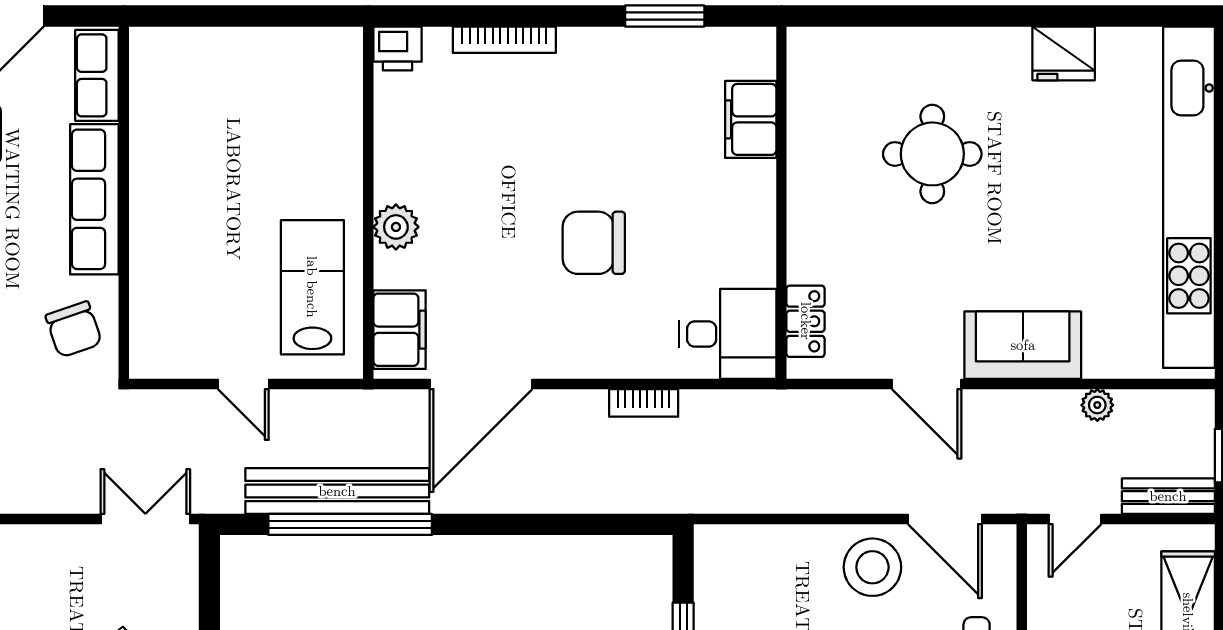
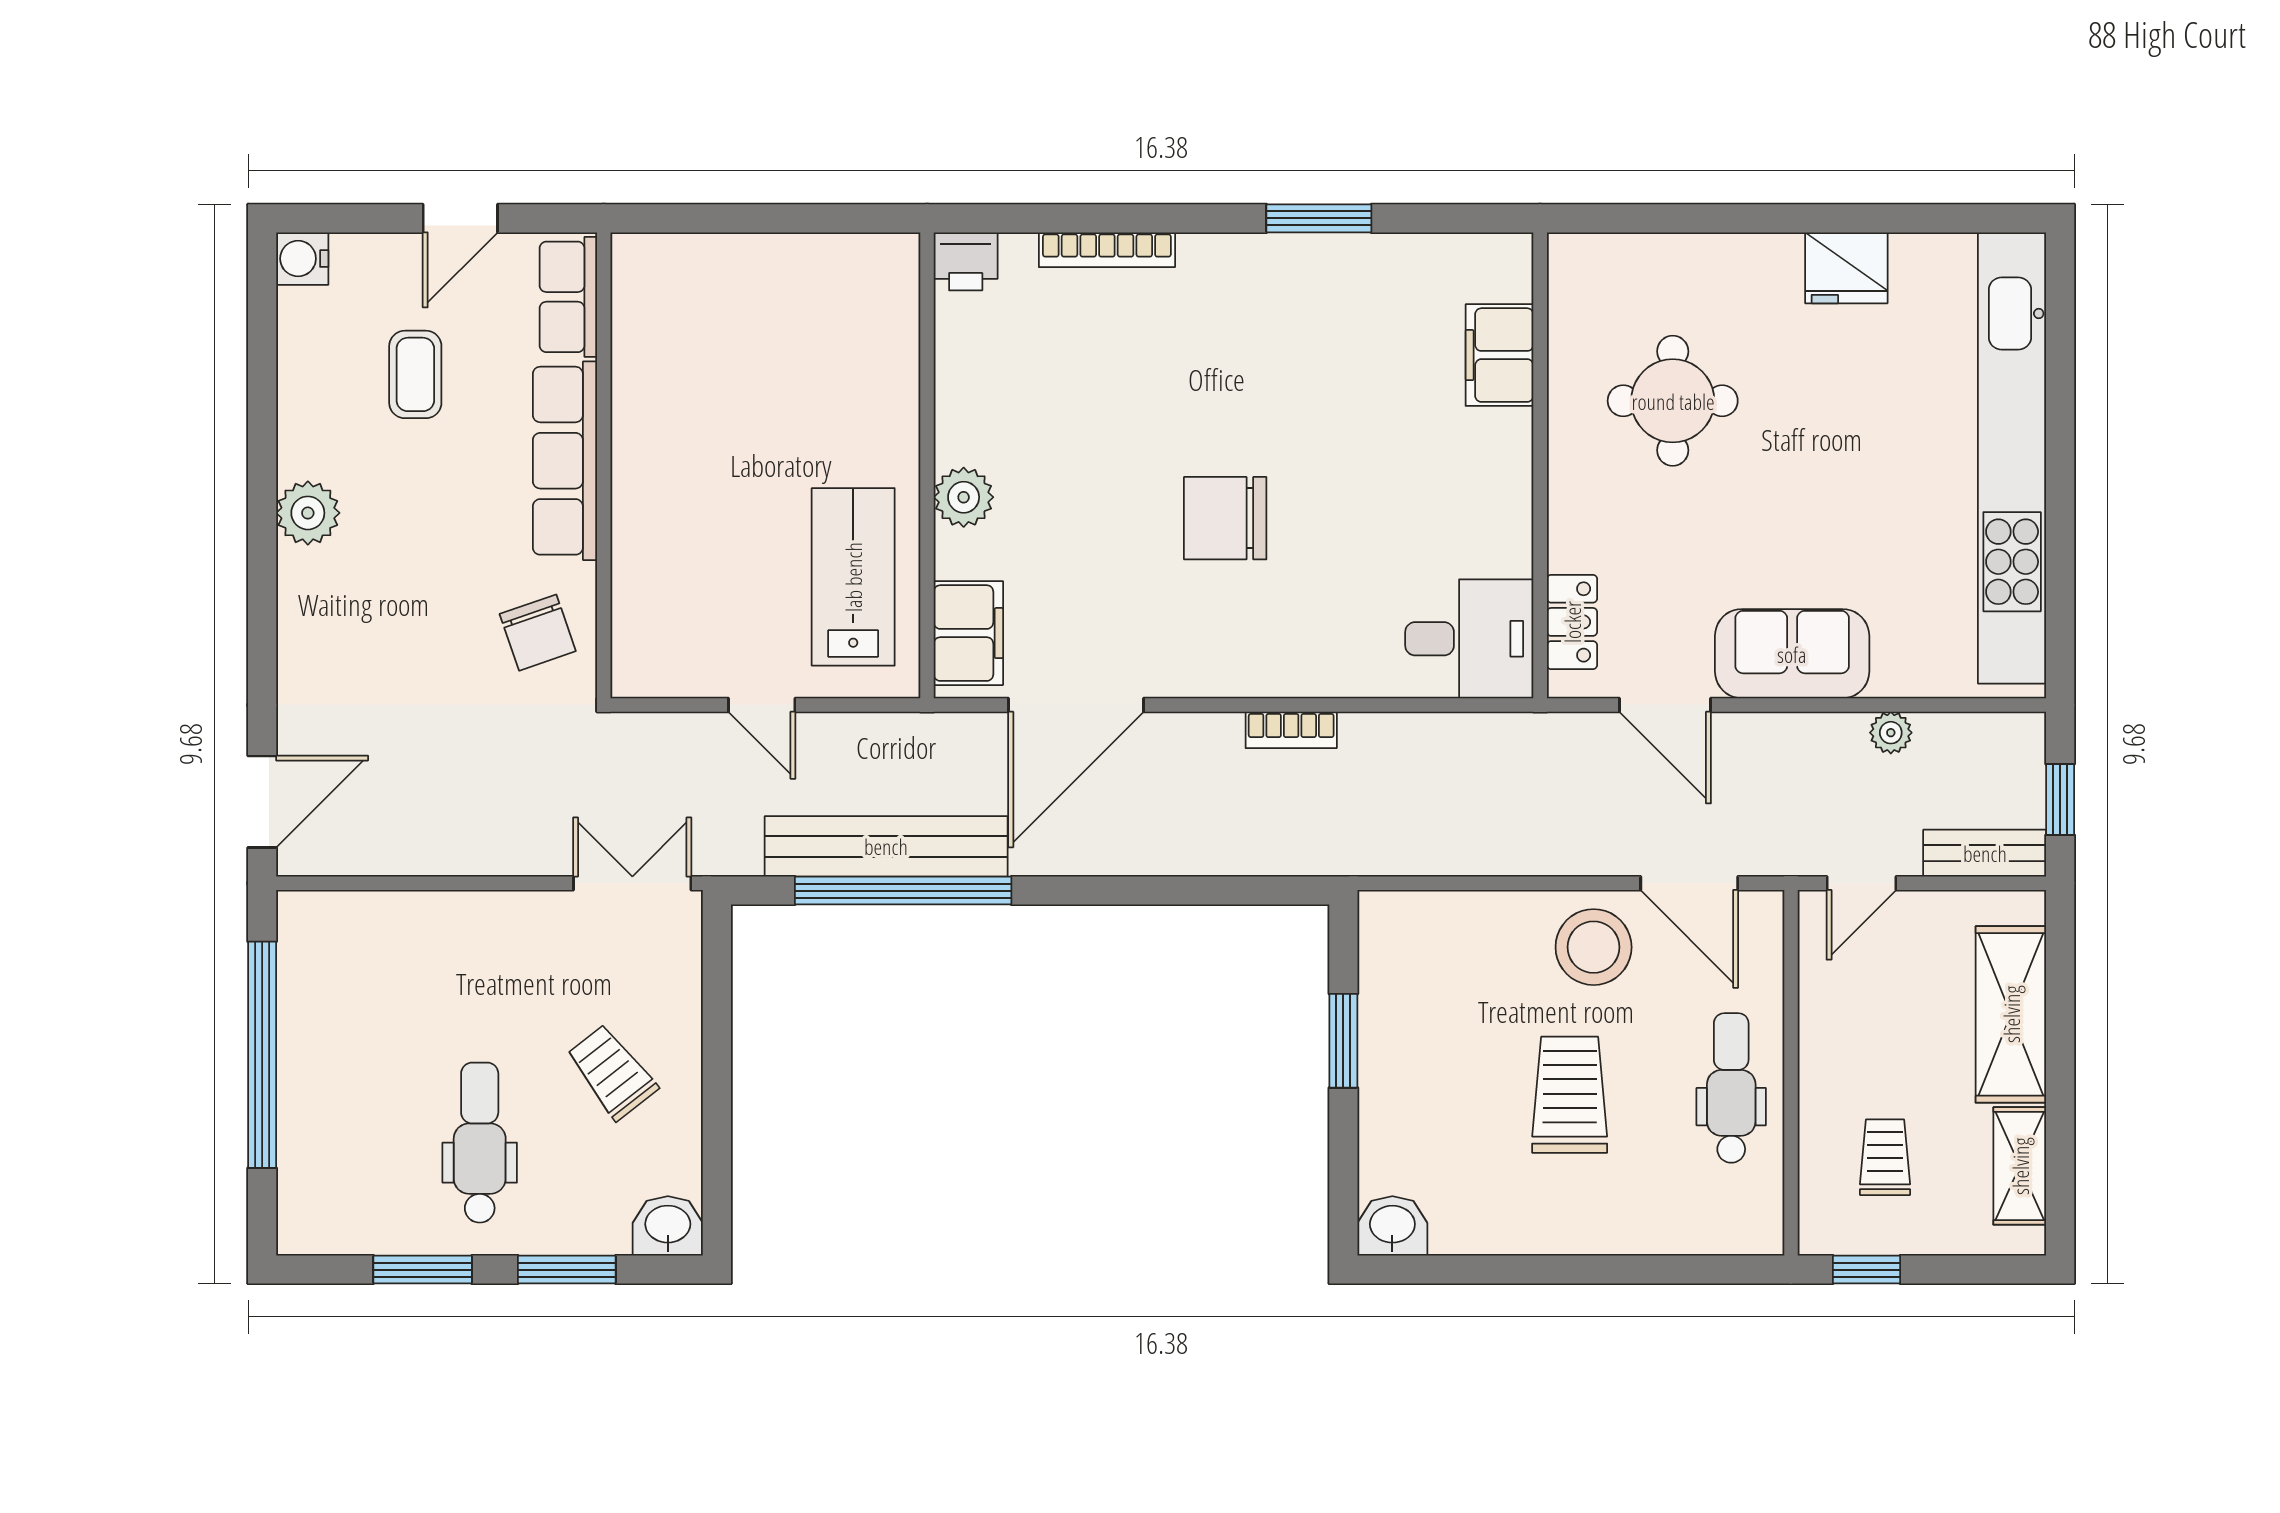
filing cabinet: (751, 119) -> (1499, 355), moved
wall: (781, 203) -> (1540, 465), moved
locker: (806, 321) -> (1572, 622), moved
desk: (728, 334) -> (1469, 639), moved

